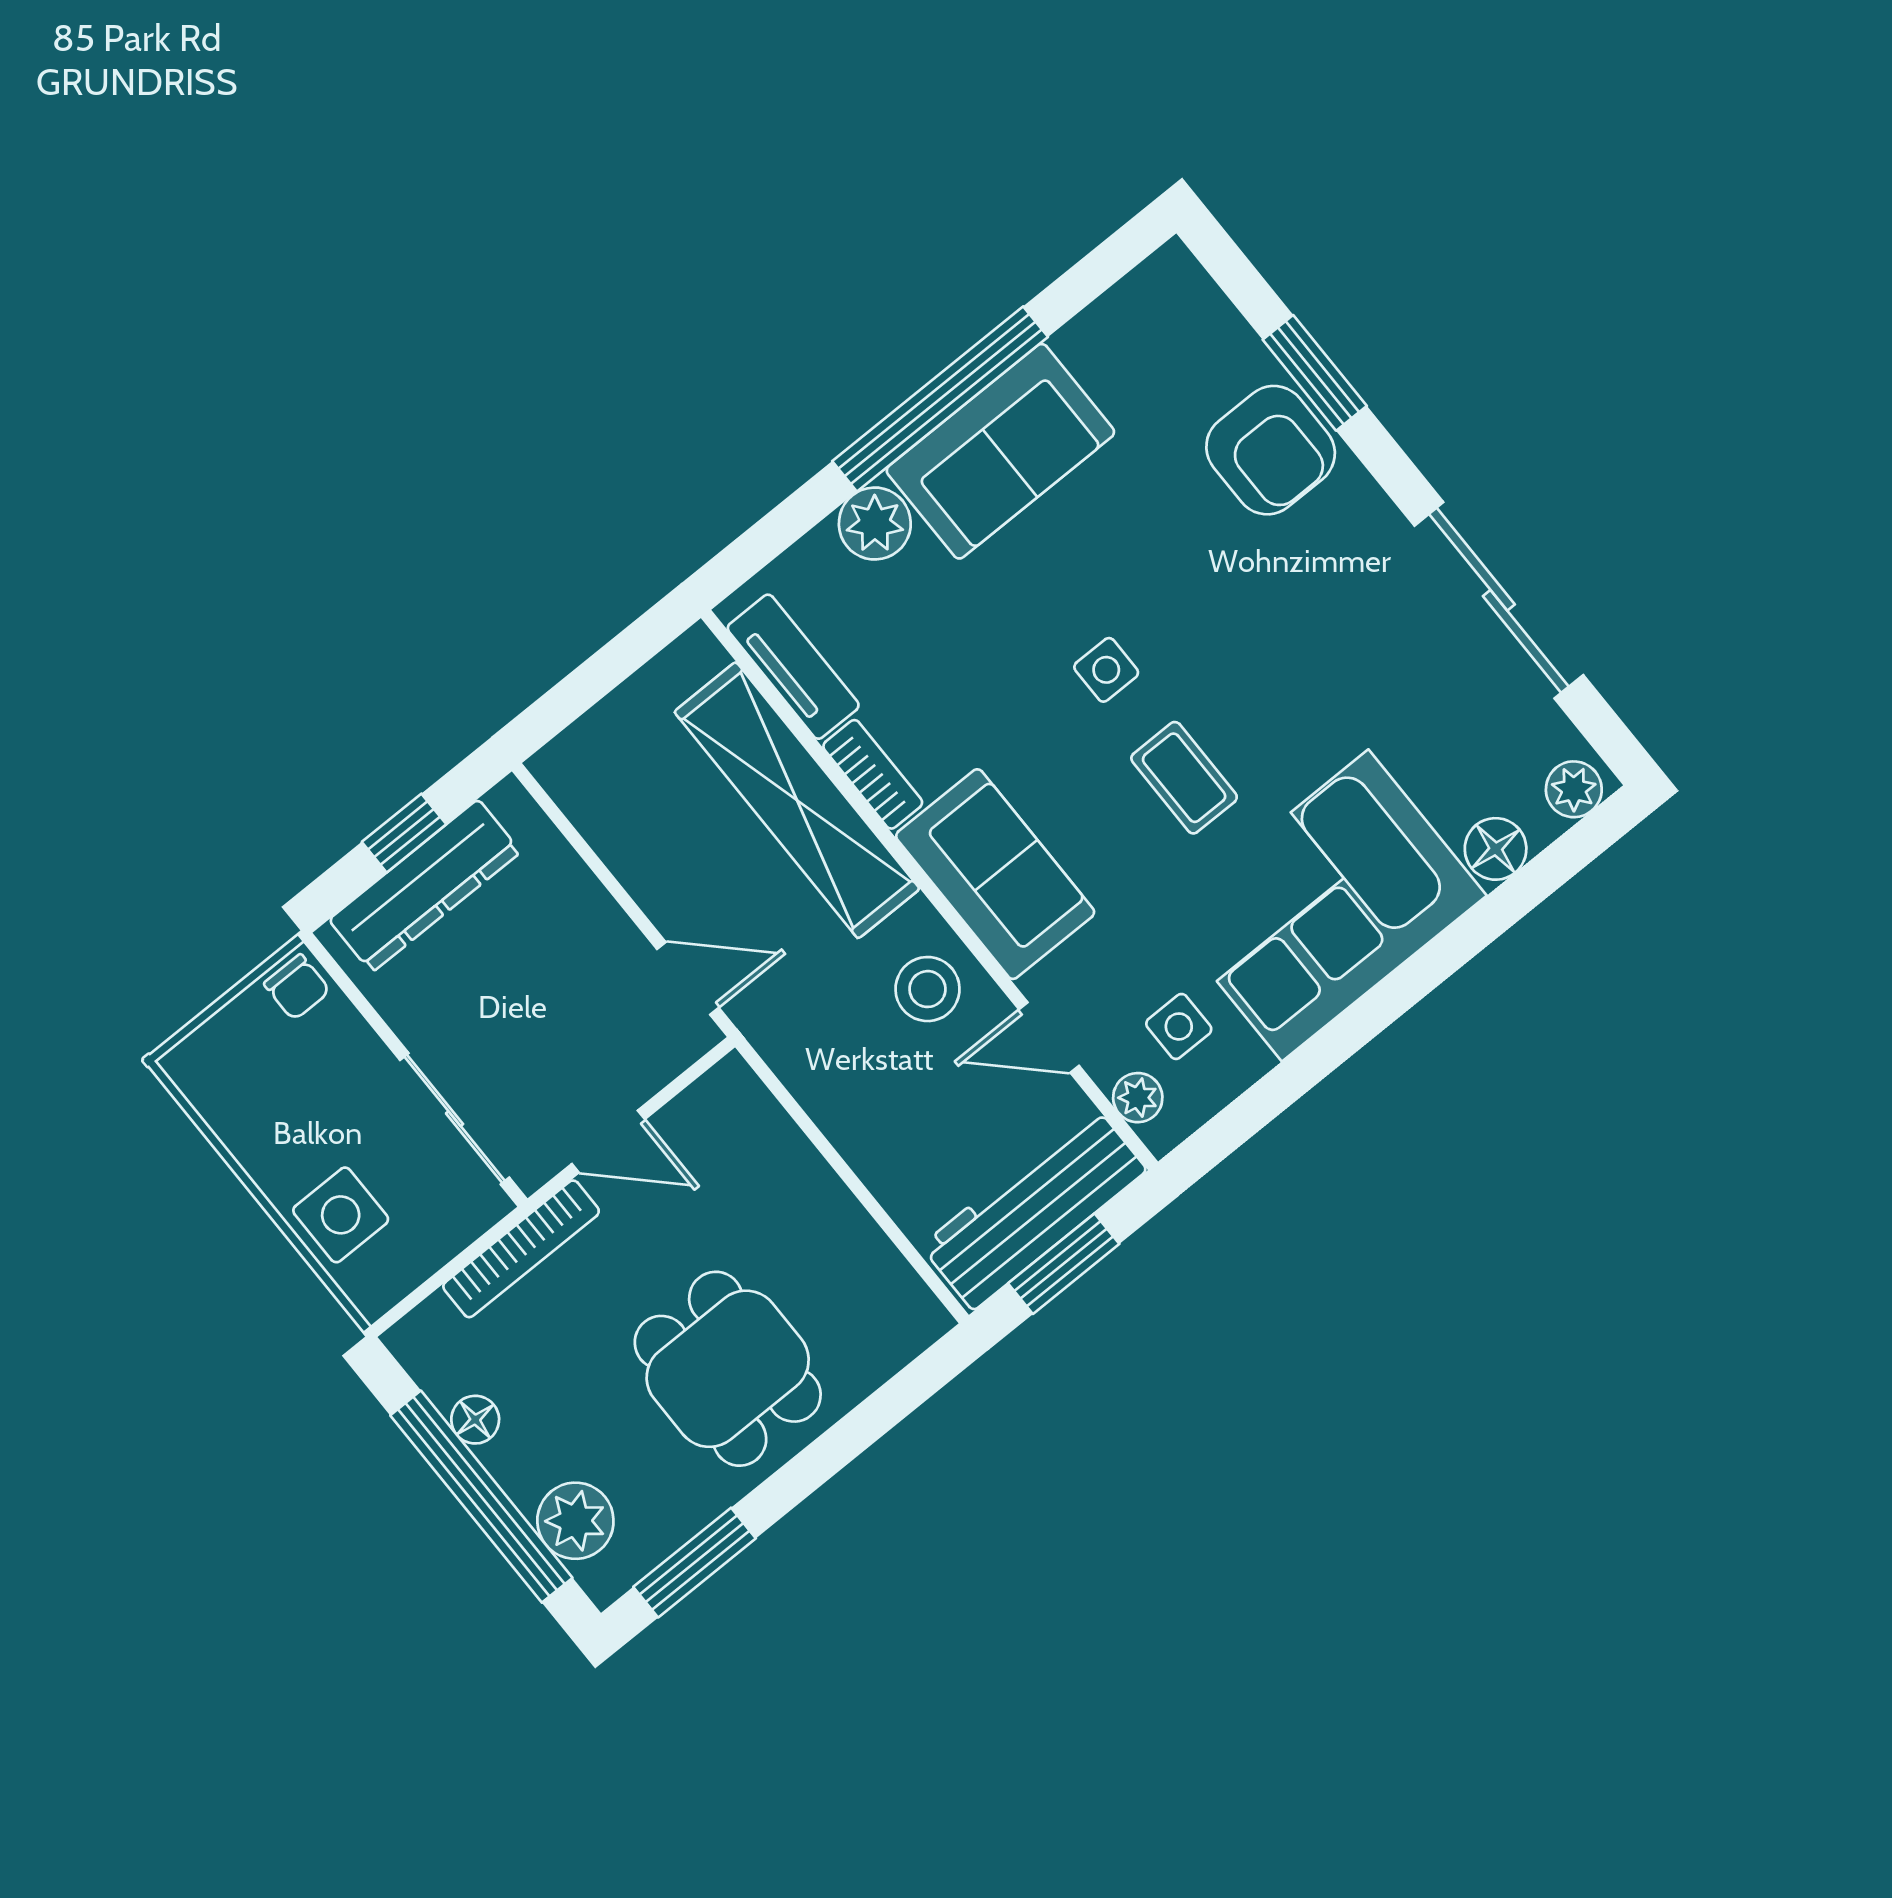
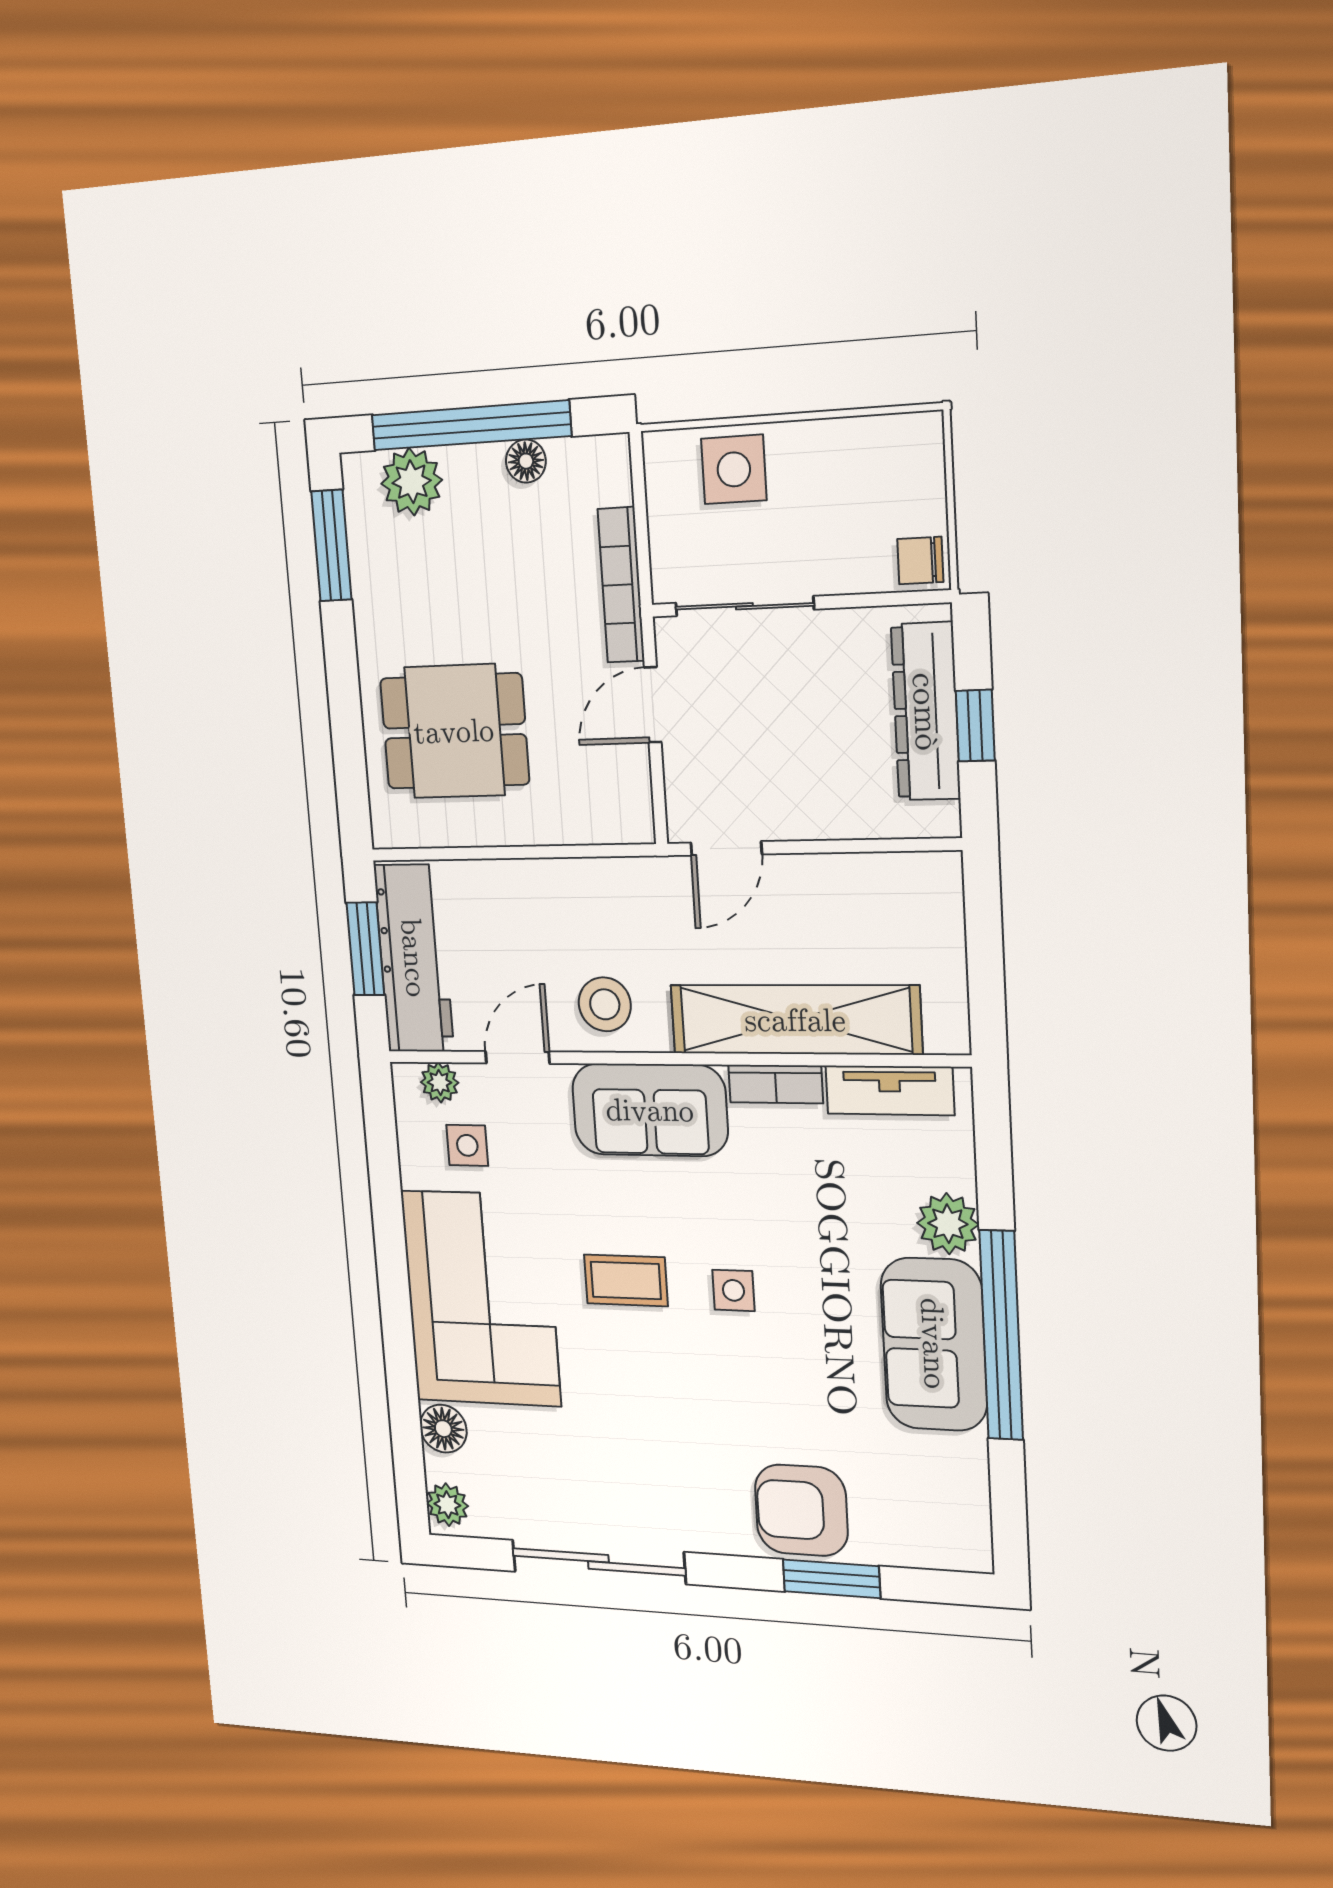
dining table: (728, 1369) -> (454, 731), moved

